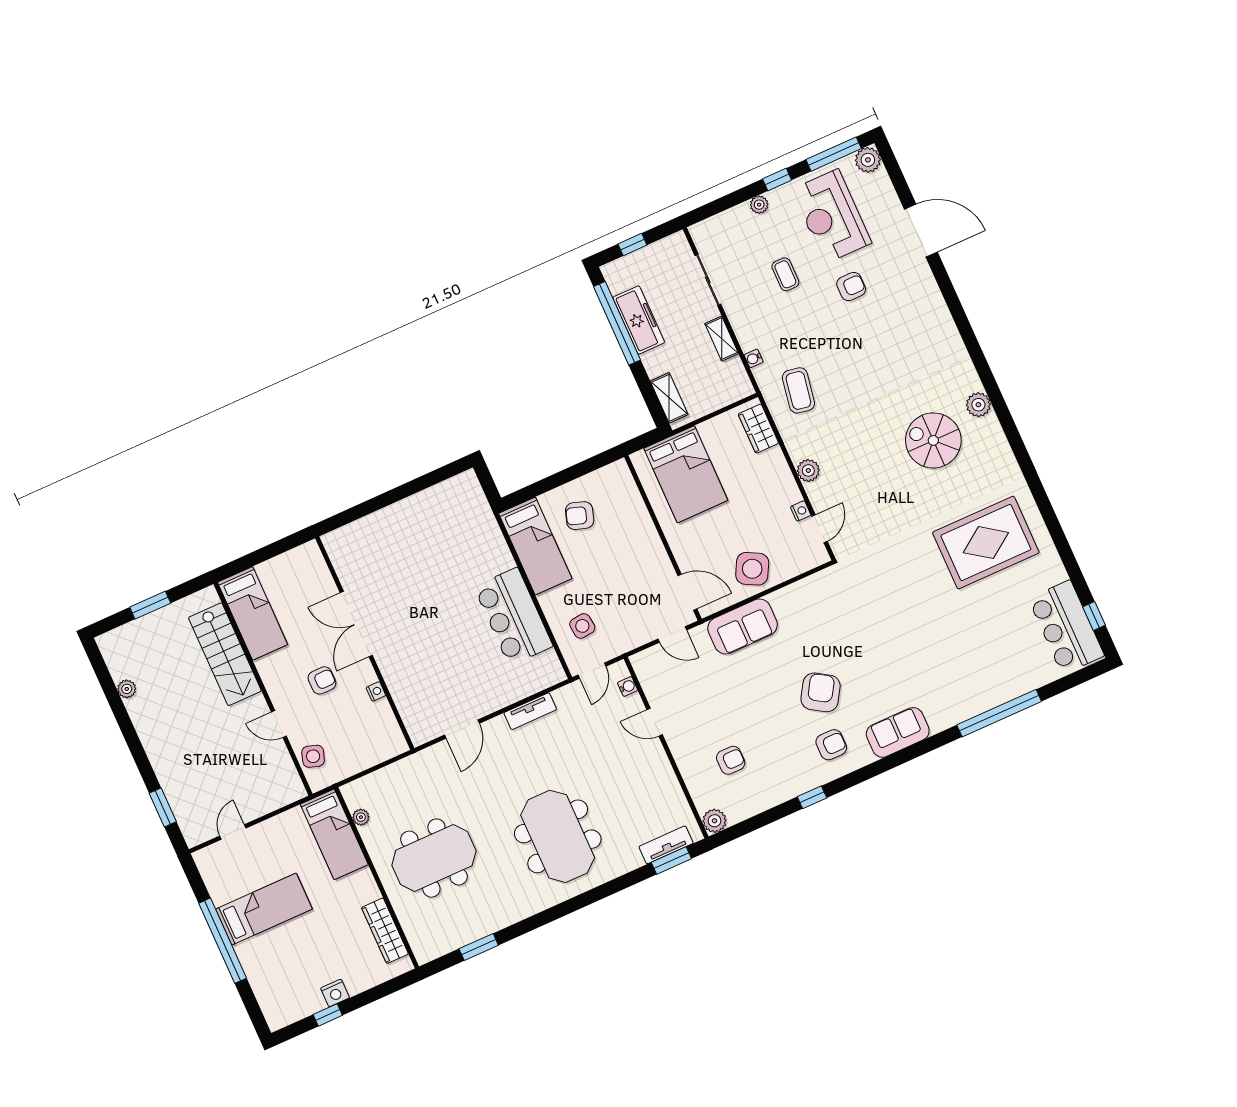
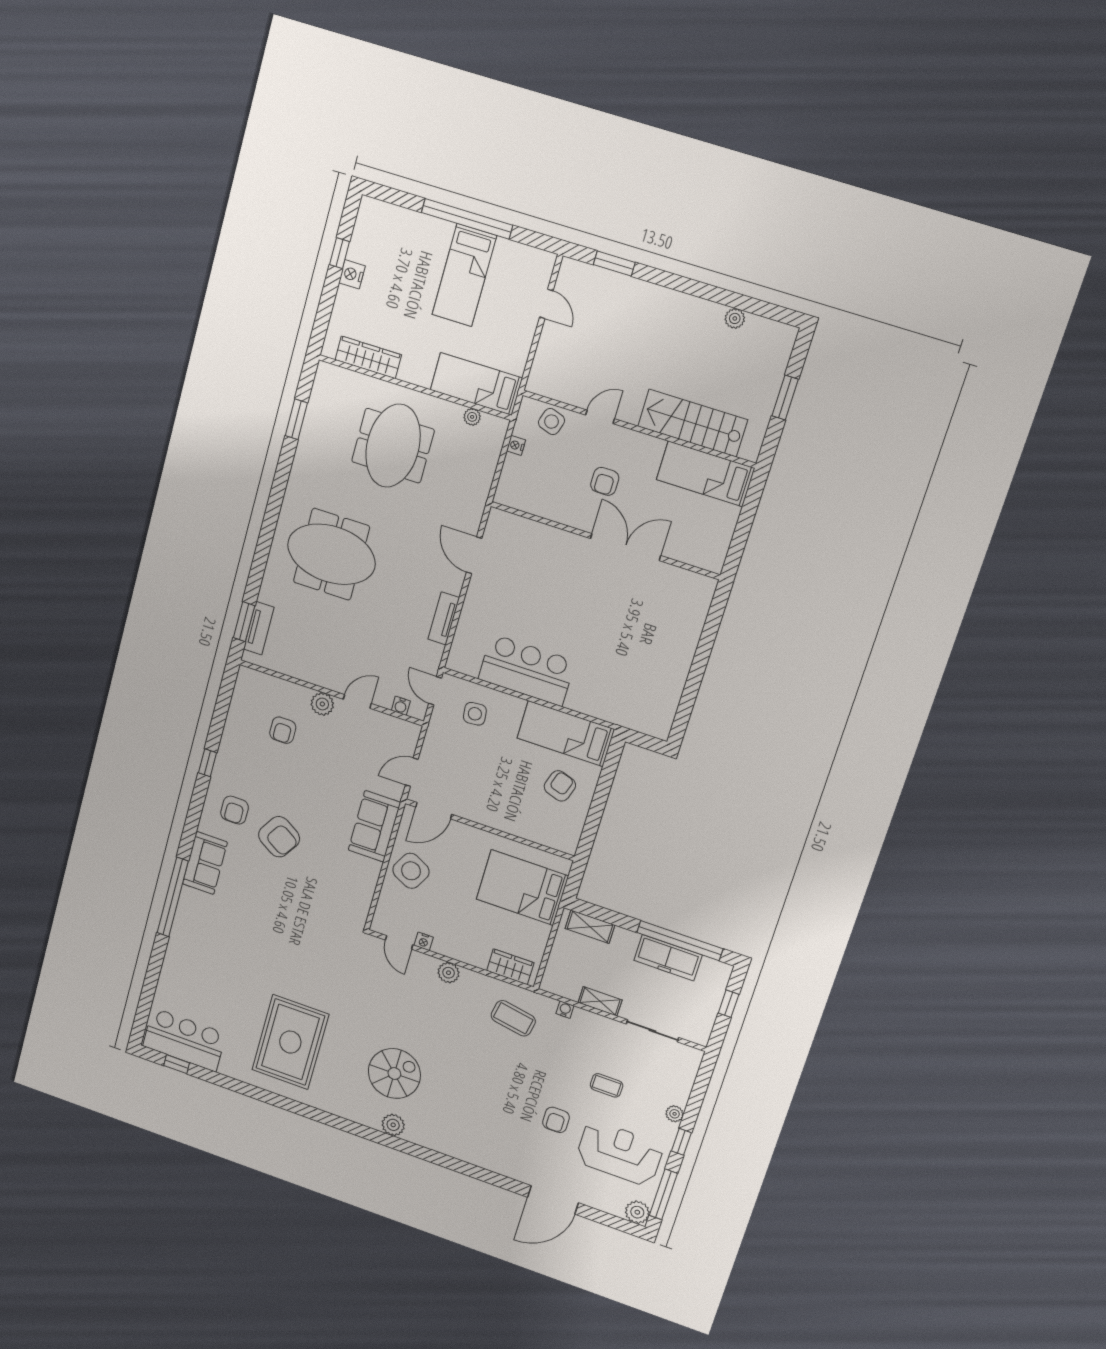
nightstand: (376, 691) -> (516, 445), moved, turned 90
window: (999, 713) -> (173, 897), moved
plant: (714, 821) -> (322, 704), moved

